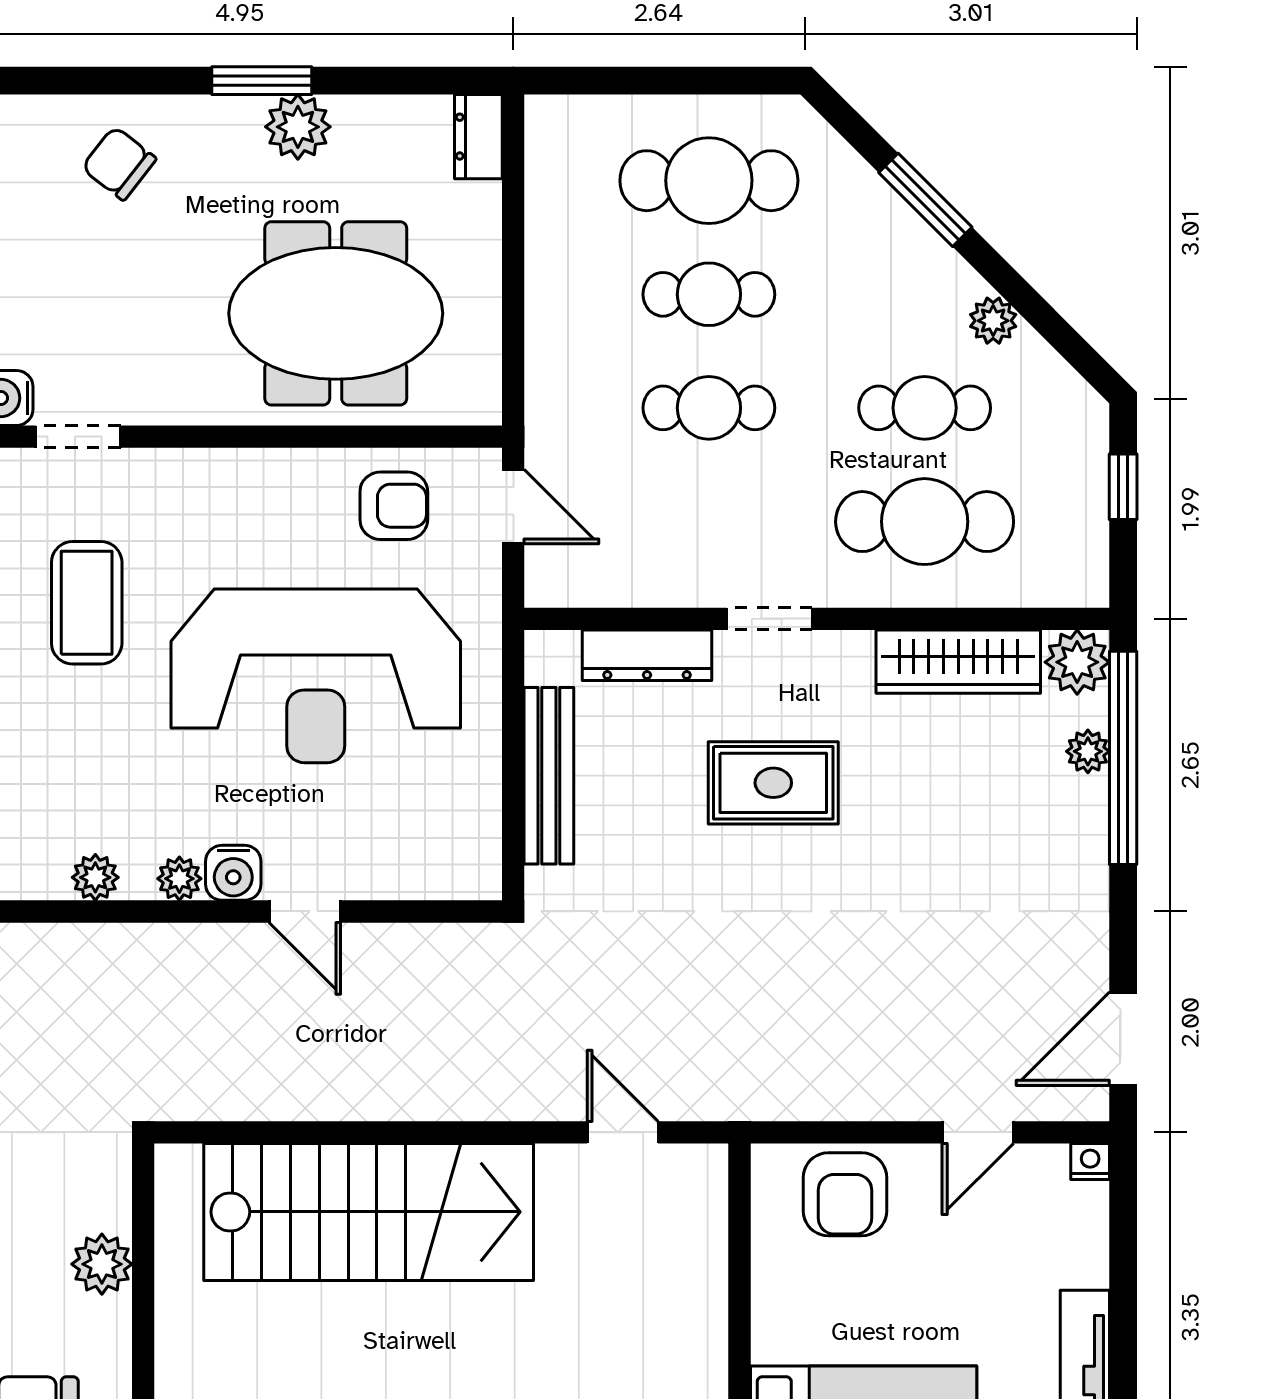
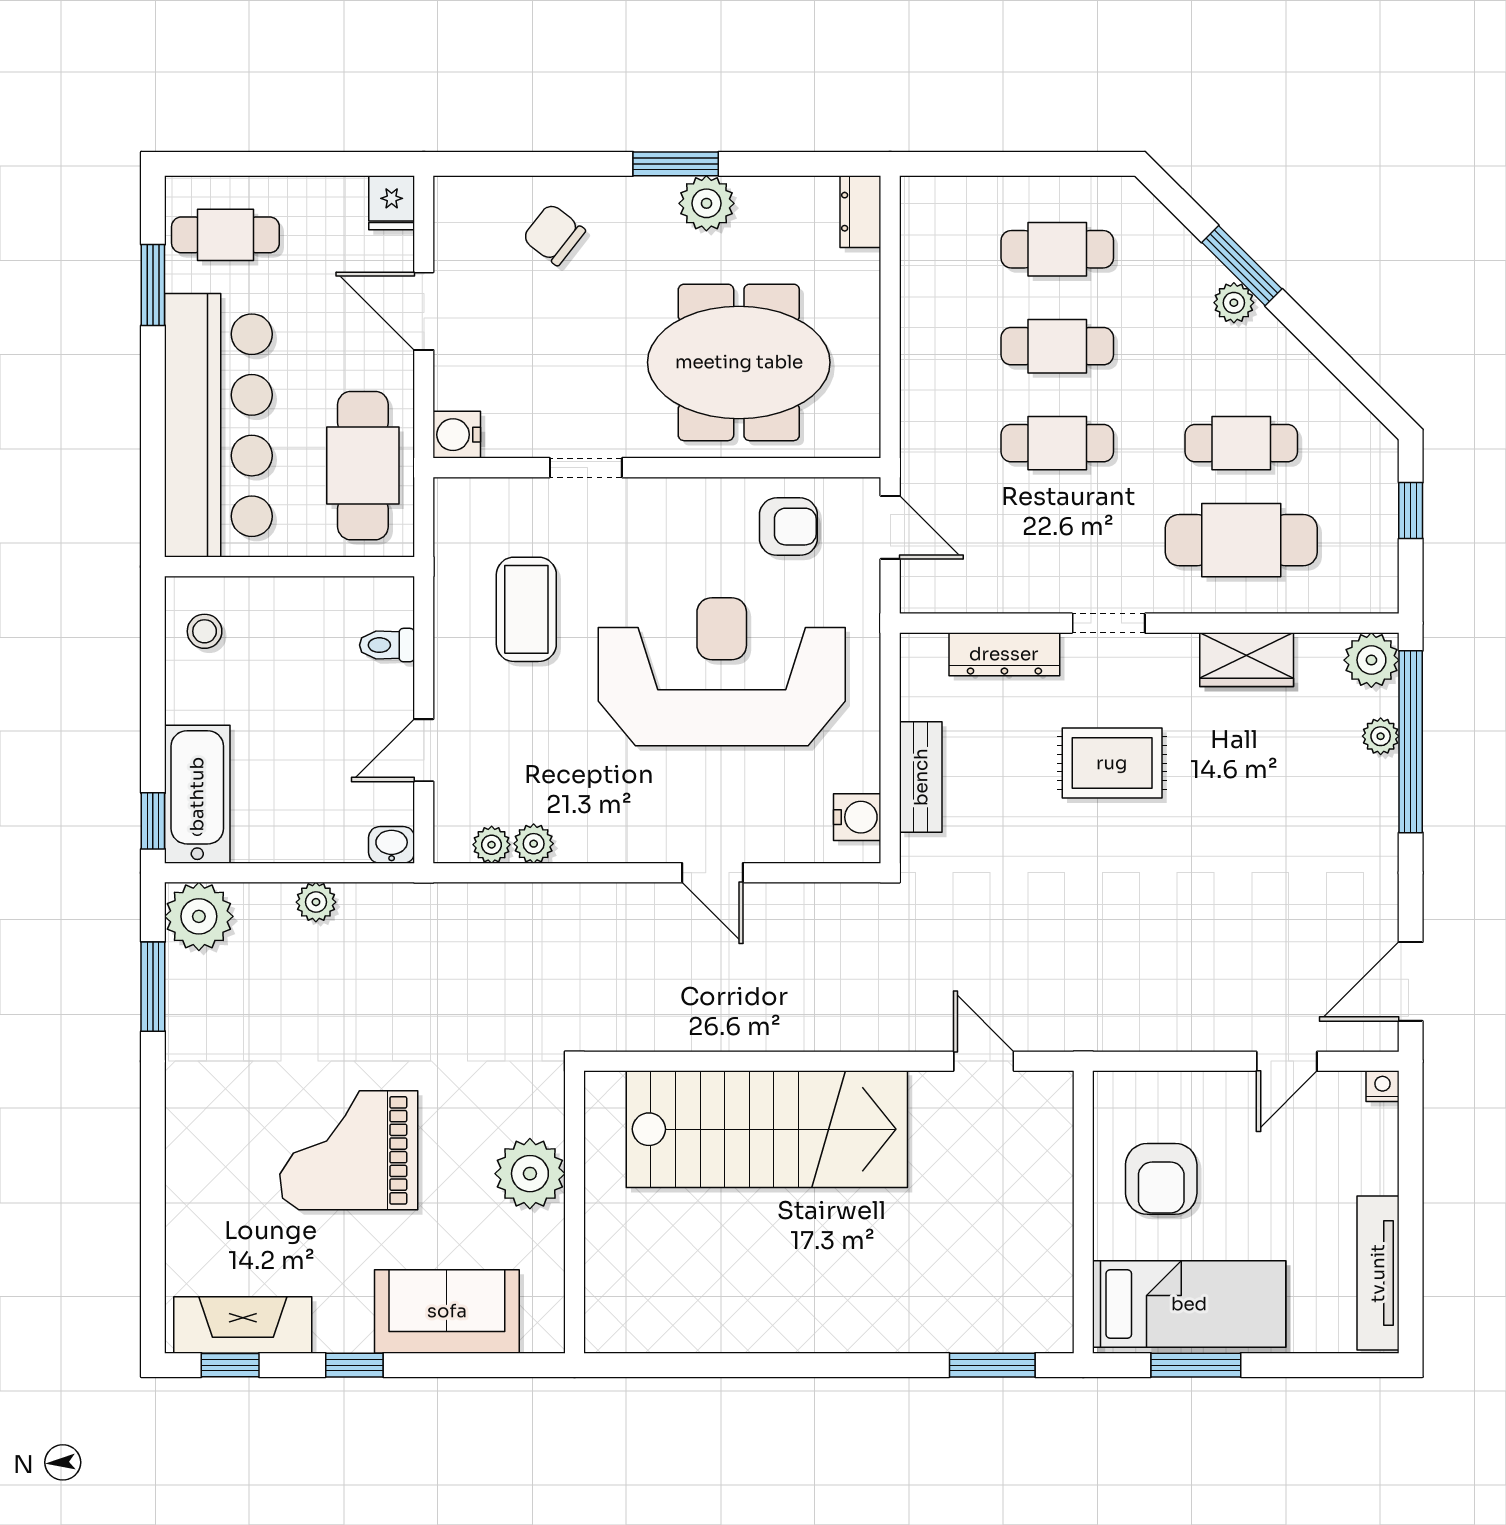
cafe table: (709, 181) -> (1057, 249), width x0.73, depth x0.74
plant: (993, 321) -> (1234, 303), moved
doorway: (78, 437) -> (586, 468), moved
wardrobe: (958, 662) -> (1247, 660), width x0.67
reception desk: (316, 676) -> (722, 672), turned 180
bench: (549, 776) -> (921, 777), width x0.73
water cooler: (233, 873) -> (857, 817), moved, turned -90
plant: (179, 879) -> (492, 845), moved
armchair: (845, 1194) -> (1161, 1179), moved
plant: (102, 1264) -> (530, 1174), width x1.36, depth x1.36

